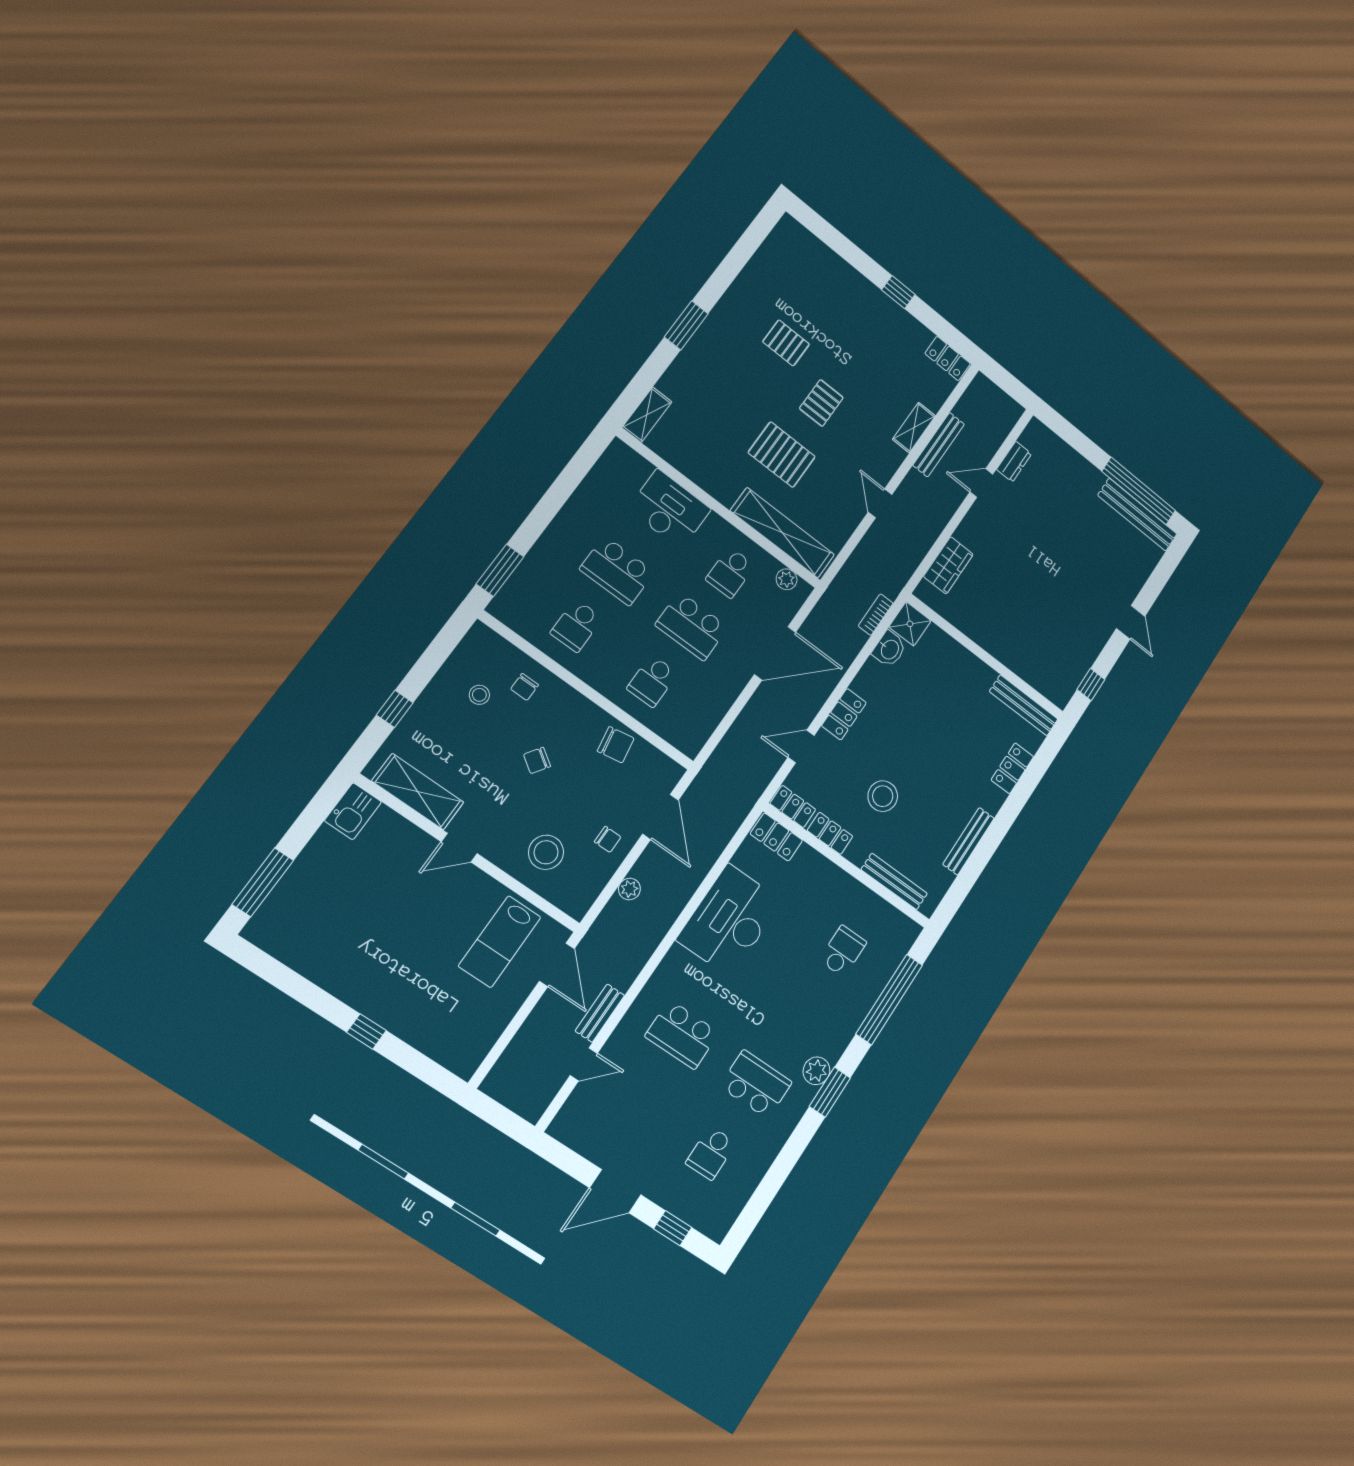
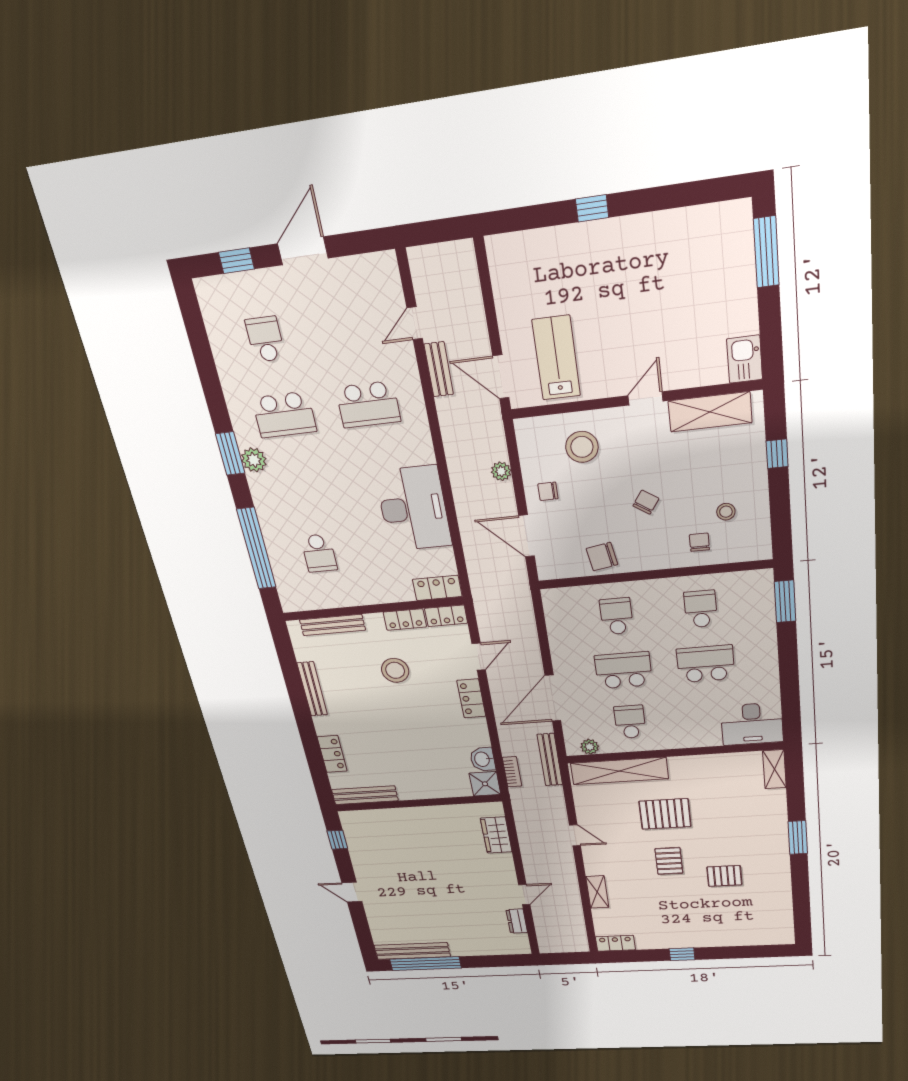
bench: (939, 445) -> (550, 760), moved
desk: (669, 509) -> (752, 724), moved
school desk: (682, 1034) -> (368, 404), turned 180

